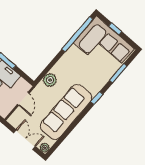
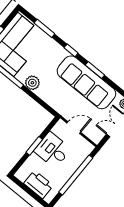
plant: (50, 80) -> (32, 83), moved
window: (78, 120) -> (95, 70), added

